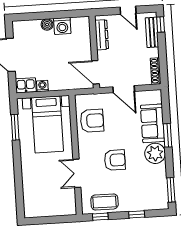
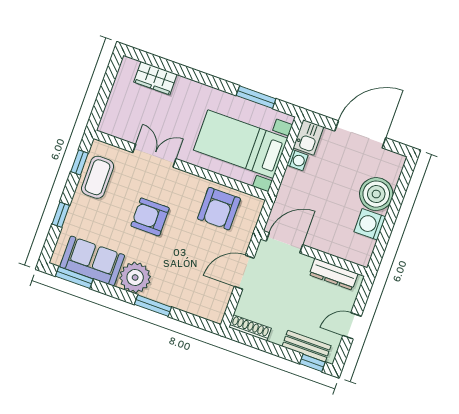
boiler: (47, 24) -> (376, 194), width x1.86, depth x1.86
sofa: (153, 123) -> (92, 261), moved
armchair: (115, 160) -> (150, 217), turned 90
wardrobe: (30, 193) -> (155, 78), added

